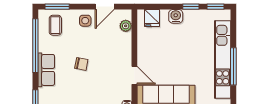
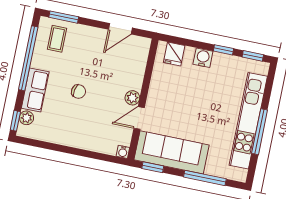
side table: (85, 21) -> (94, 41), removed
plant: (126, 26) -> (132, 98), moved
door: (134, 75) -> (139, 118), swing flipped
plant: (44, 94) -> (27, 118), added

